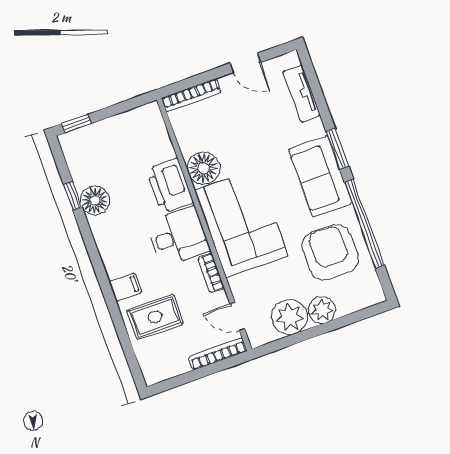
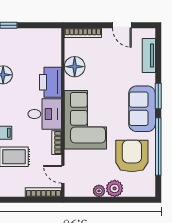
floor lamp: (204, 168) -> (75, 67), moved
plant: (289, 317) -> (99, 191), width x0.53, depth x0.53

